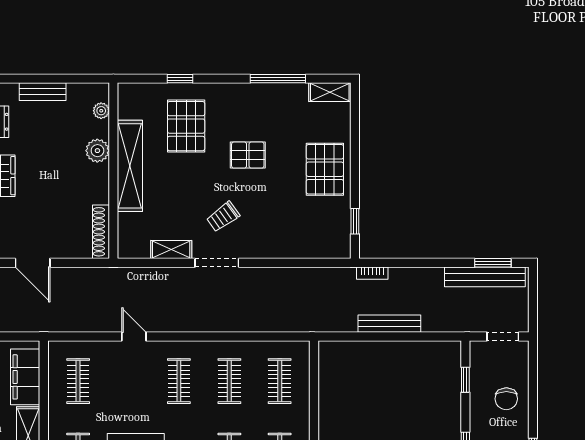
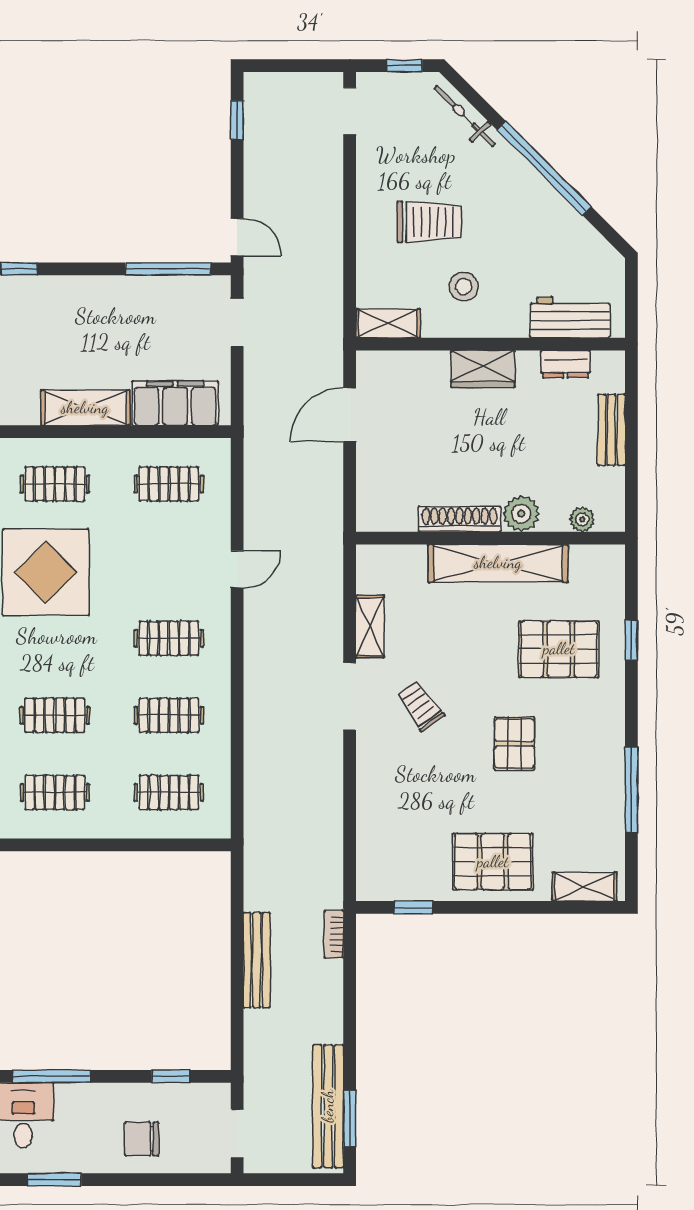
shelving: (330, 92) -> (584, 887), moved, turned 90
shoe rack: (101, 232) -> (459, 519), moved

